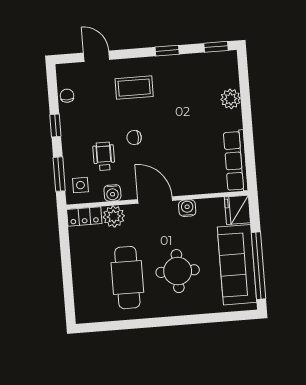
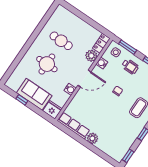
plant: (231, 99) -> (92, 138), moved
wheelchair: (104, 156) -> (130, 66), moved
sofa: (237, 265) -> (34, 94), width x0.73
window: (259, 266) -> (22, 100), width x0.32
cafe table: (127, 278) -> (61, 41), width x0.73, depth x0.74

